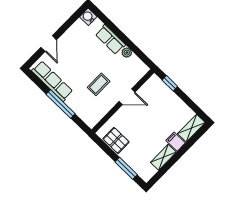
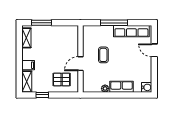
window: (170, 83) -> (42, 95), moved
pallet: (116, 140) -> (62, 79), moved
shelving: (163, 157) -> (26, 38), moved

